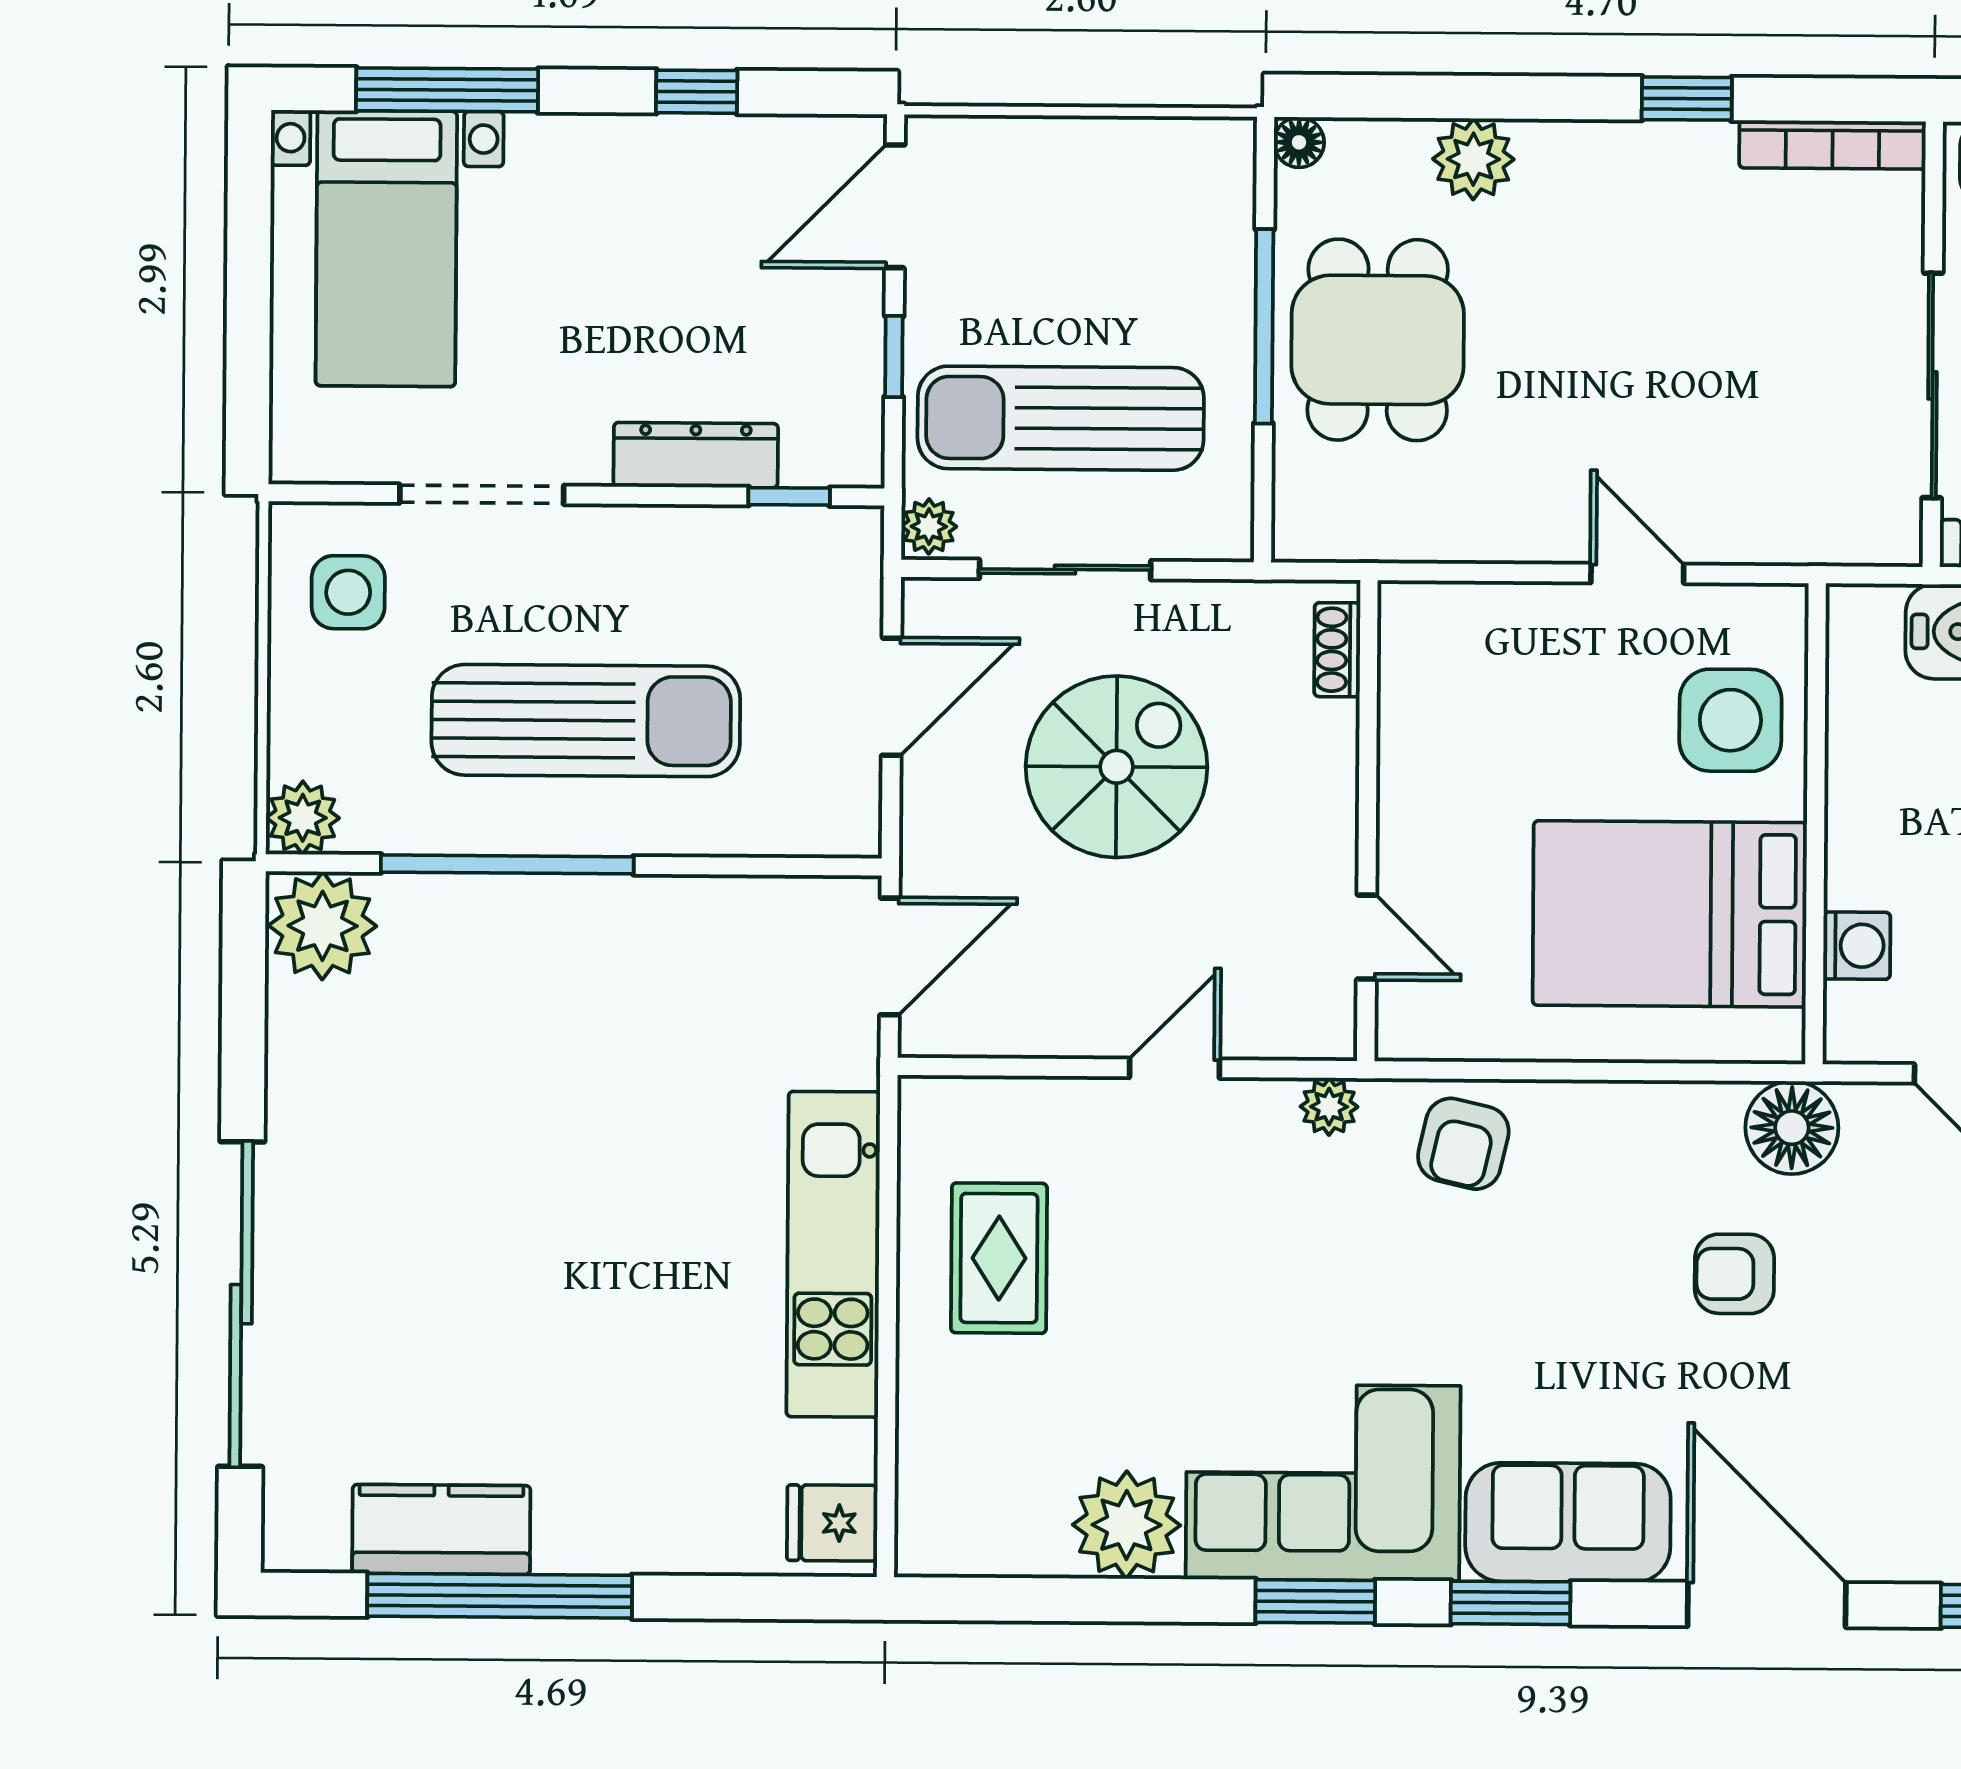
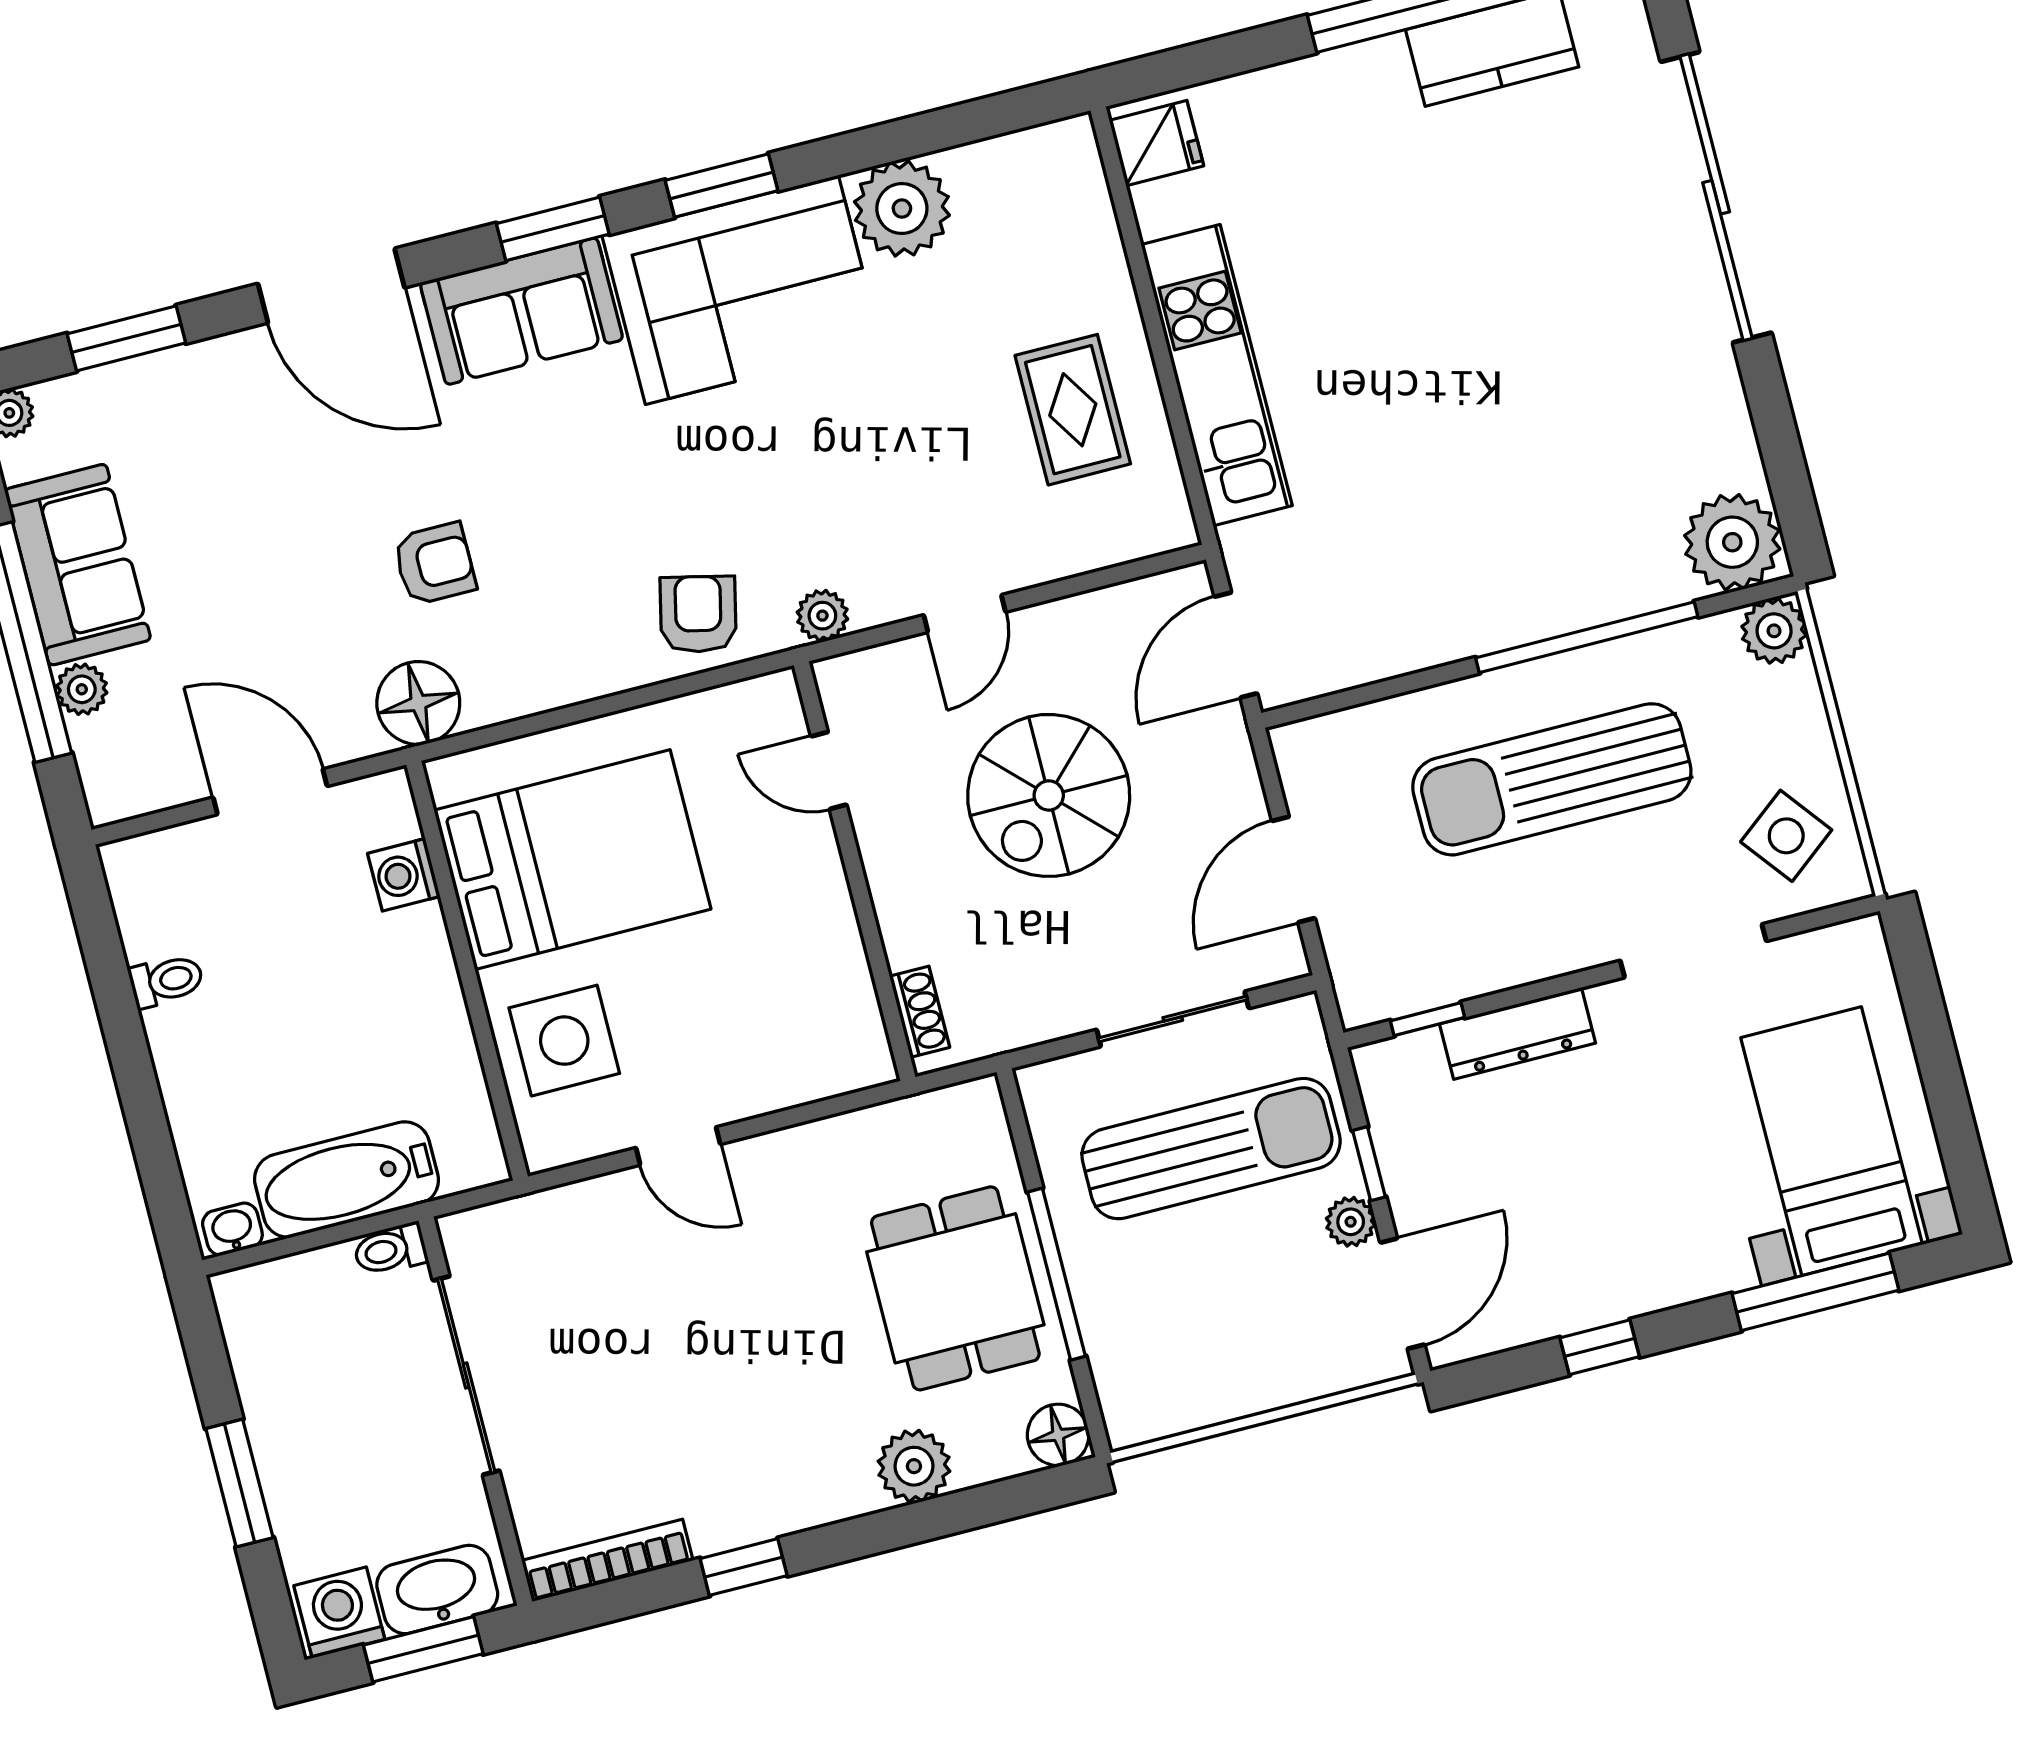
floor lamp: (1299, 142) -> (1058, 1435), width x1.37, depth x1.37
plant: (929, 526) -> (1351, 1222), moved
side table: (348, 592) -> (1786, 836), turned -38
spiral stairs: (1117, 767) -> (1049, 795), moved

